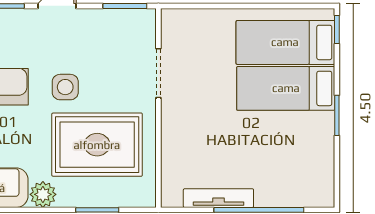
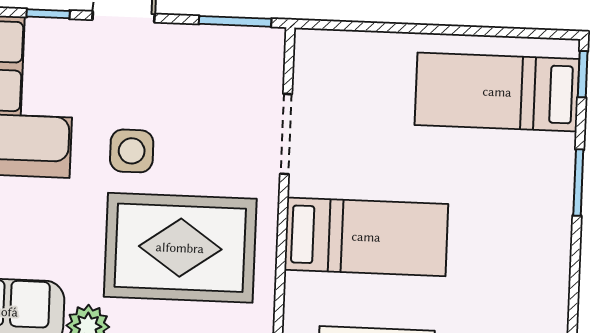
bed: (286, 88) -> (366, 237), moved, turned 180
window: (337, 115) -> (578, 183), moved

